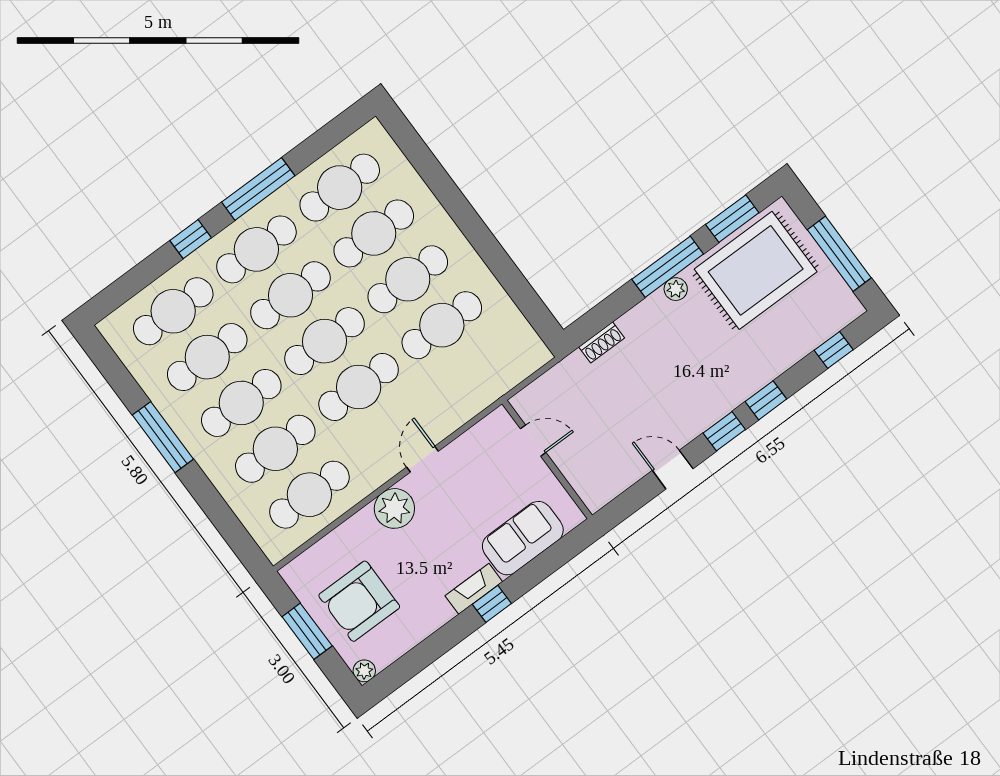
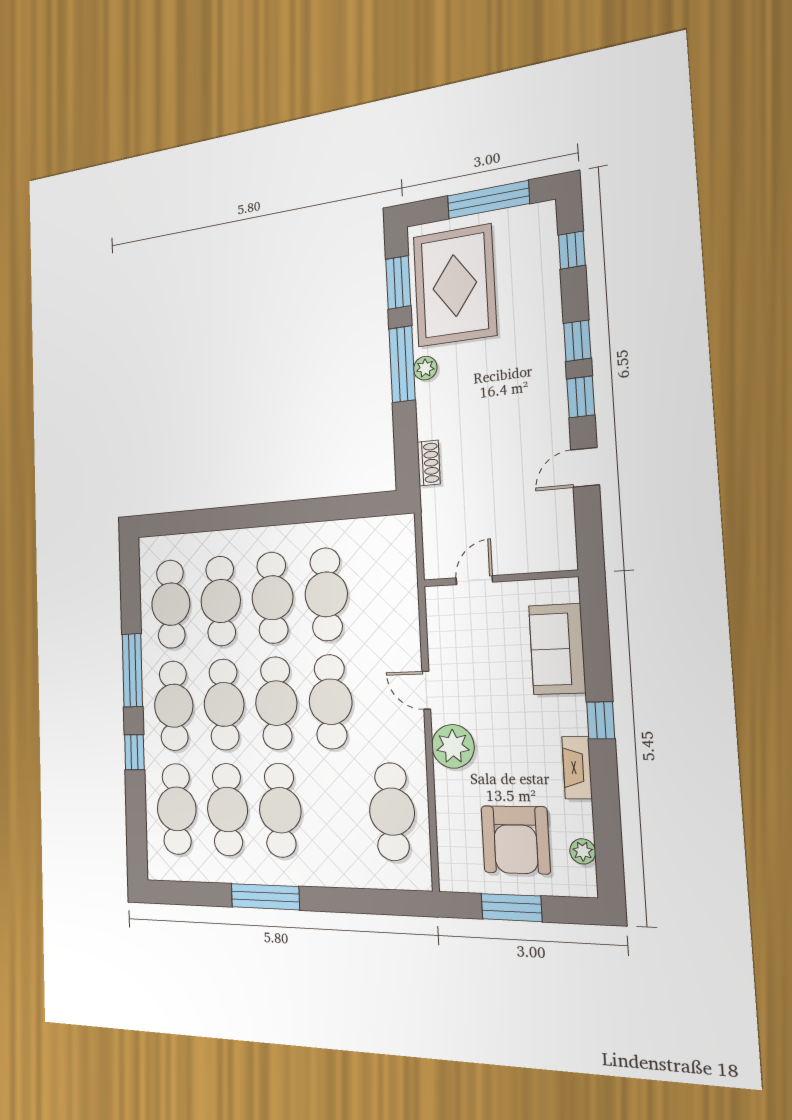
cafe table: (275, 449) -> (335, 811), removed
fireplace: (474, 589) -> (577, 768), moved
plant: (364, 671) -> (583, 851), moved

